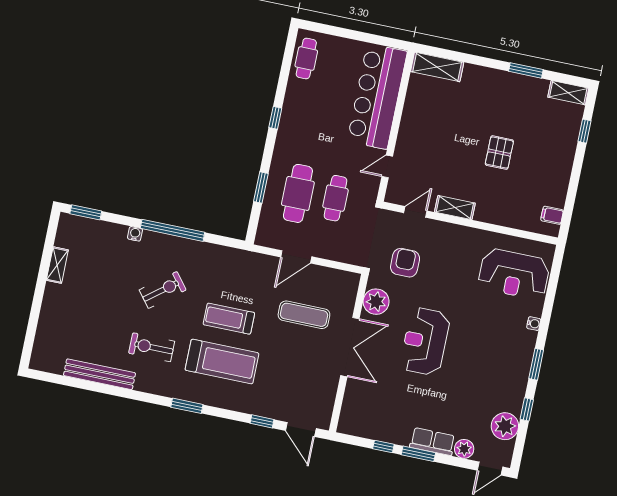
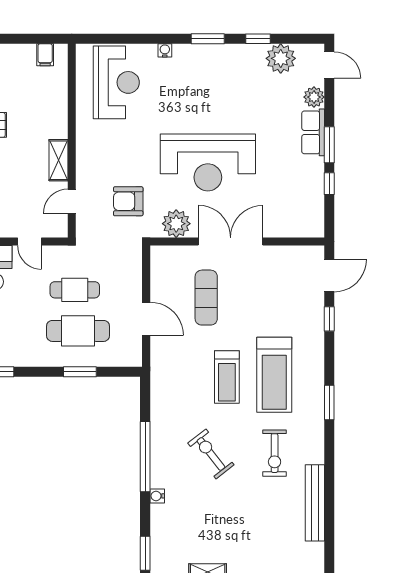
door: (415, 212) -> (72, 201), hinge flipped
reception desk: (425, 341) -> (208, 163), width x1.36, depth x1.30
treadmill: (222, 362) -> (274, 375), turned 180

